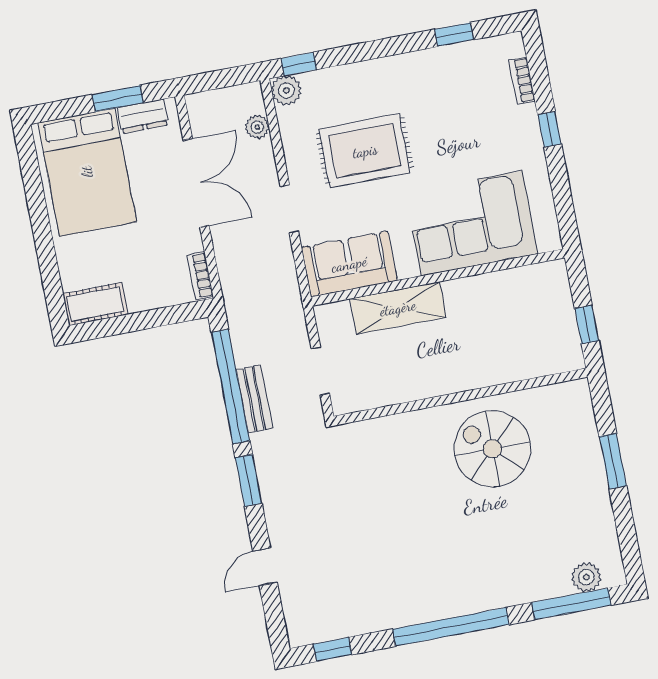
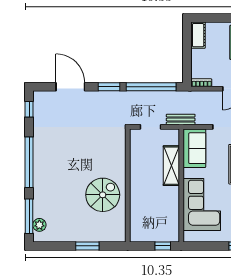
window: (587, 325) -> (163, 246), moved
bench: (254, 399) -> (181, 120), moved
door: (265, 567) -> (70, 87), width x1.88

